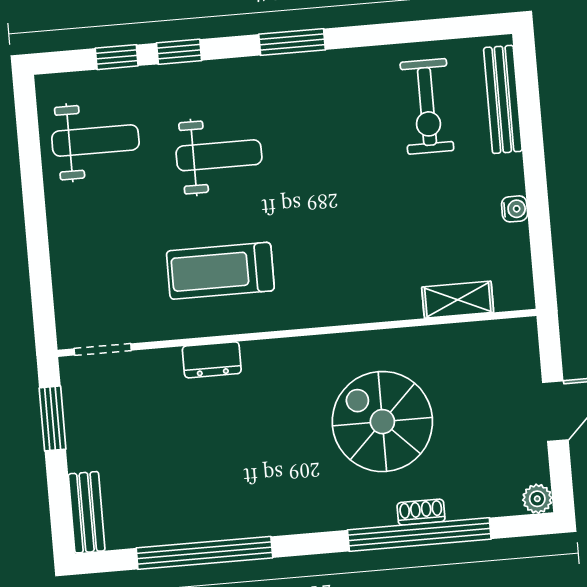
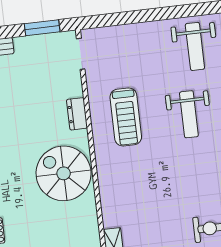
treadmill: (220, 271) -> (126, 117), turned 180
spiral stairs: (382, 422) -> (64, 173), moved, turned -90

